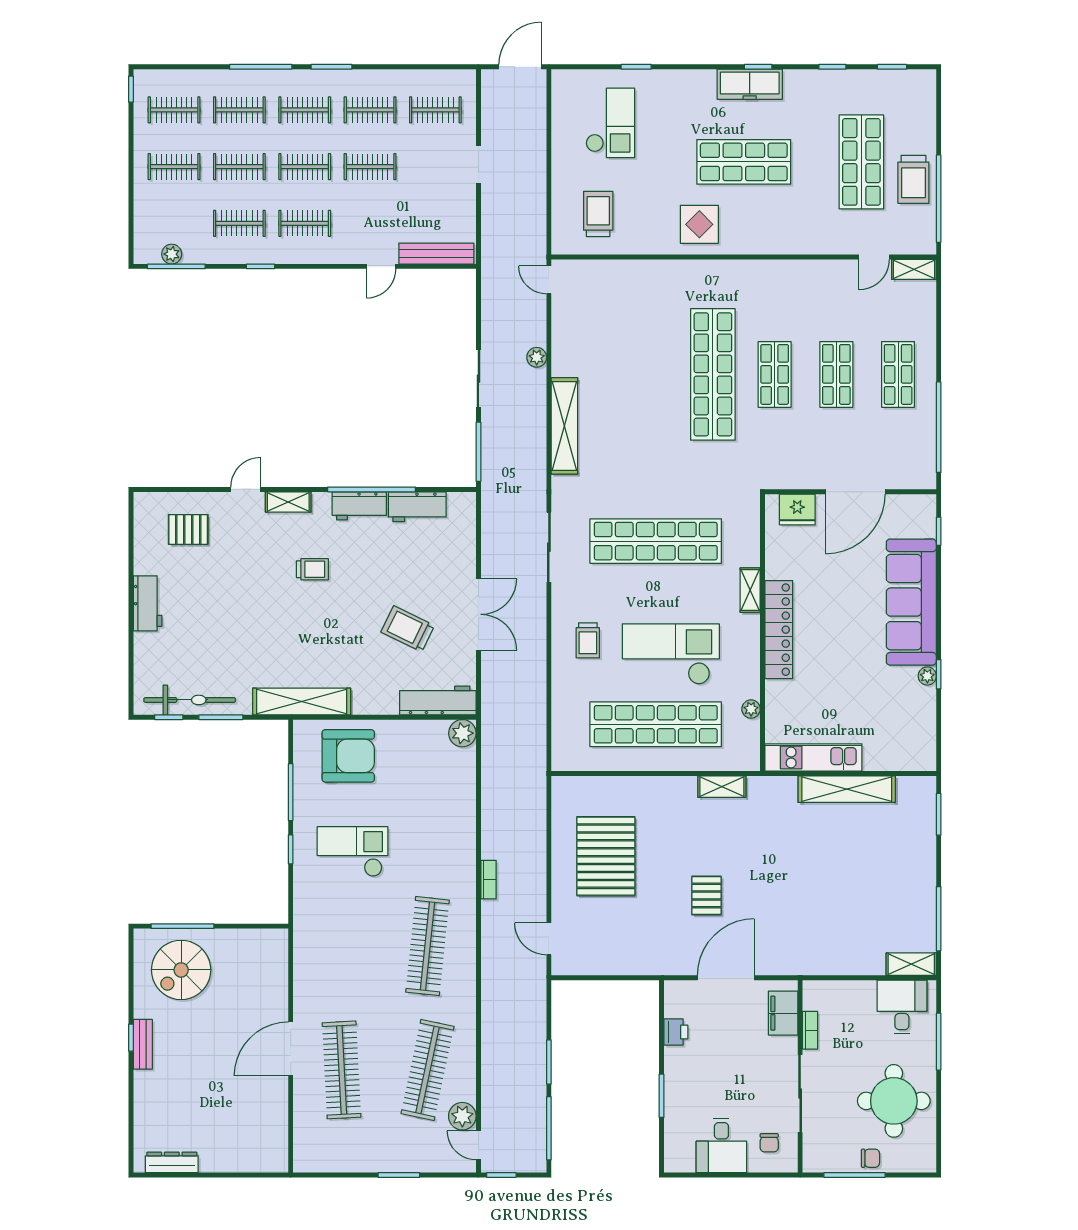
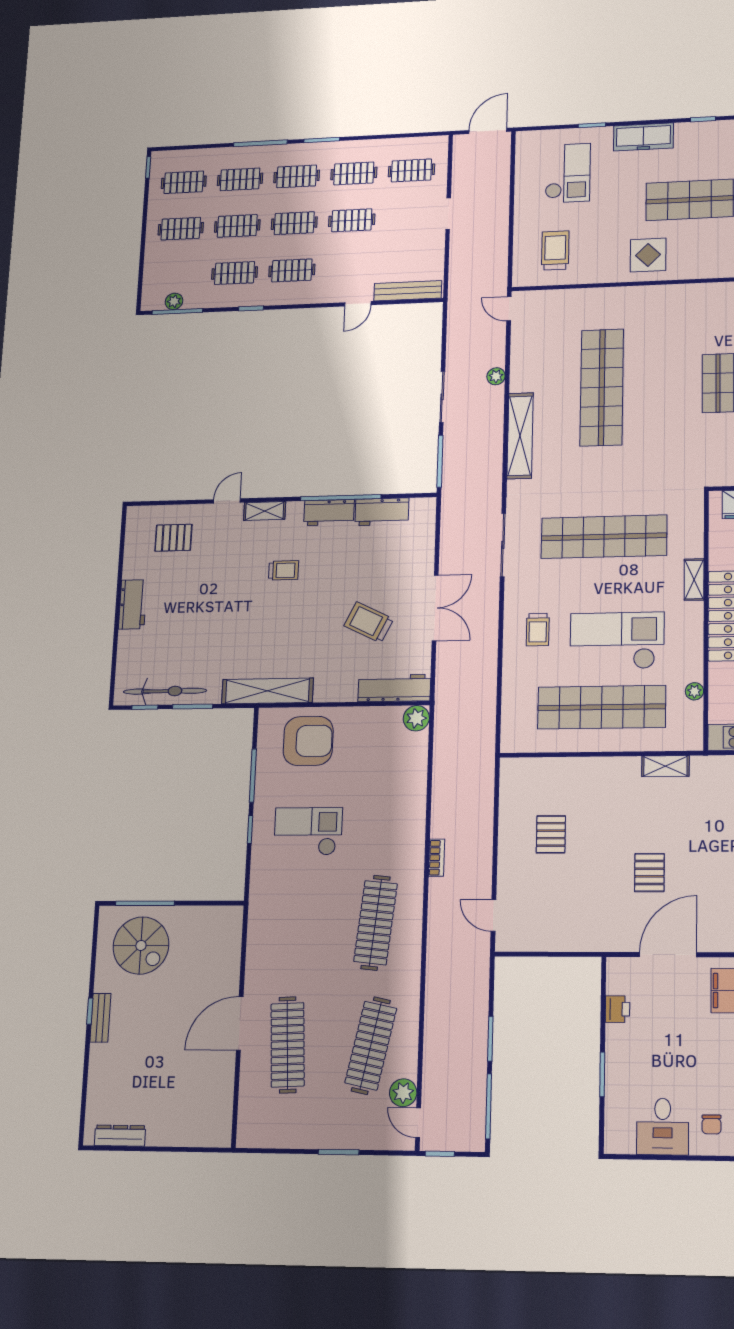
freezer: (750, 84) -> (643, 137), moved
shop shelf: (713, 374) -> (602, 387), moved
pallet: (606, 856) -> (551, 834), width x0.49, depth x0.50
spiral stairs: (181, 970) -> (141, 946), turned -90

